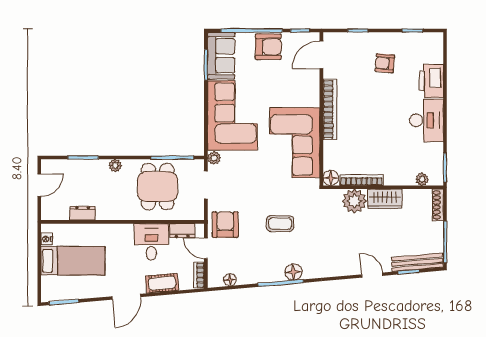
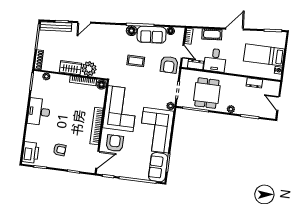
armchair: (268, 47) -> (115, 143), moved, turned 90
printer: (431, 81) -> (31, 152), moved
door: (39, 185) -> (278, 103), hinge flipped
sofa: (260, 270) -> (152, 35), added
door: (372, 275) -> (84, 22), hinge flipped

